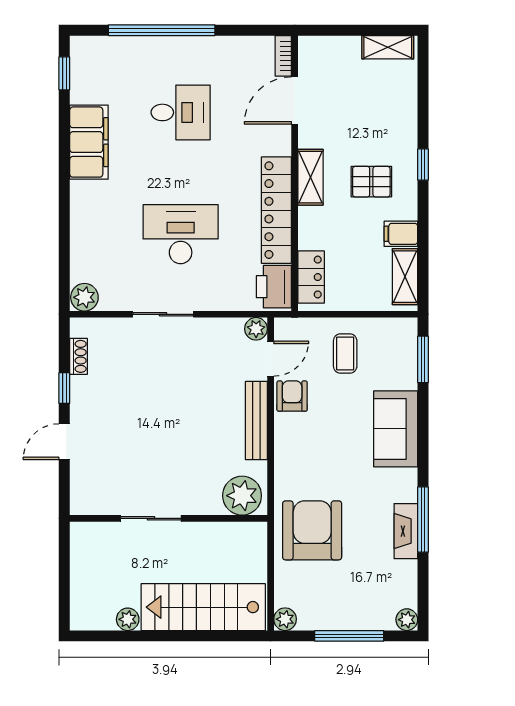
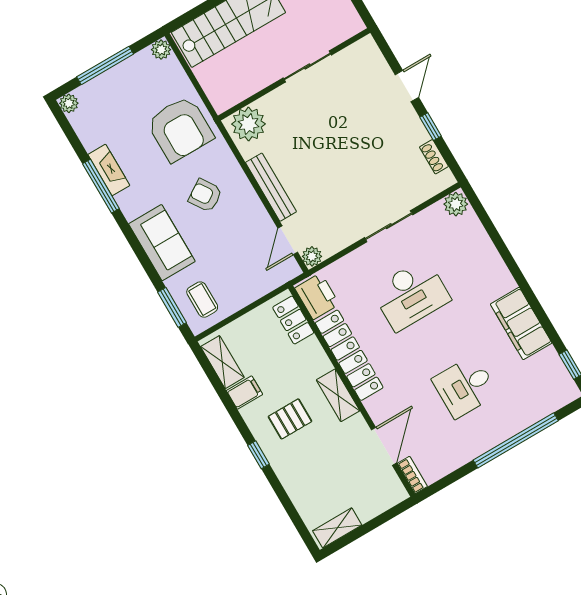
coffee table: (345, 354) -> (202, 300), moved
armchair: (292, 396) -> (205, 195), moved, turned 147

